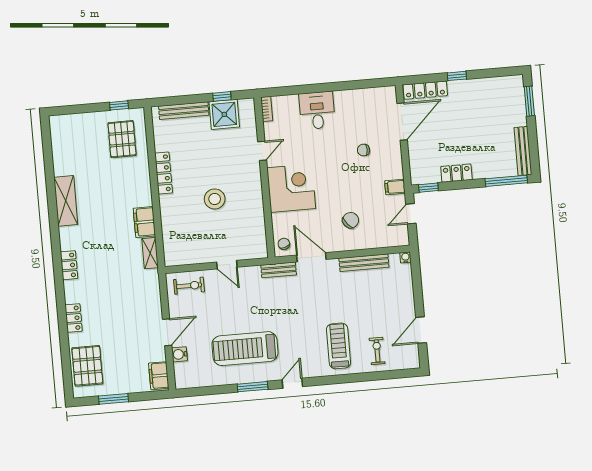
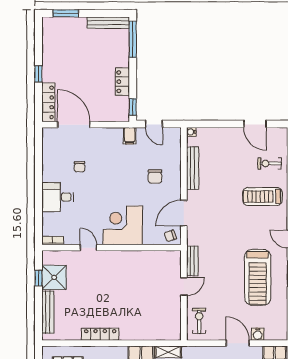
chair: (363, 150) -> (80, 167), moved
stool: (215, 199) -> (126, 292), removed
chair: (351, 220) -> (155, 177), turned -139
bench: (279, 270) -> (192, 261), moved

